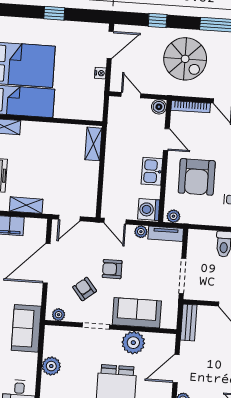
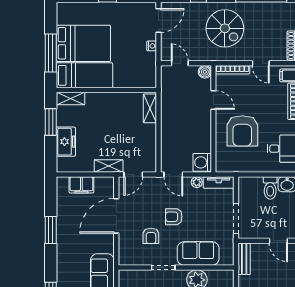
kitchen sink: (152, 171) -> (203, 129), removed
shelving: (26, 205) -> (109, 166), moved
plant: (173, 216) -> (224, 167), removed
armchair: (85, 289) -> (151, 236), turned -141
plant: (59, 315) -> (130, 260), removed

